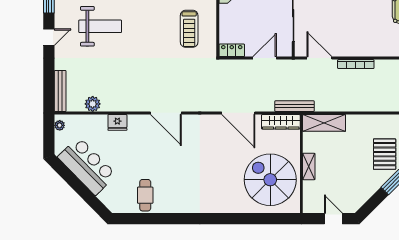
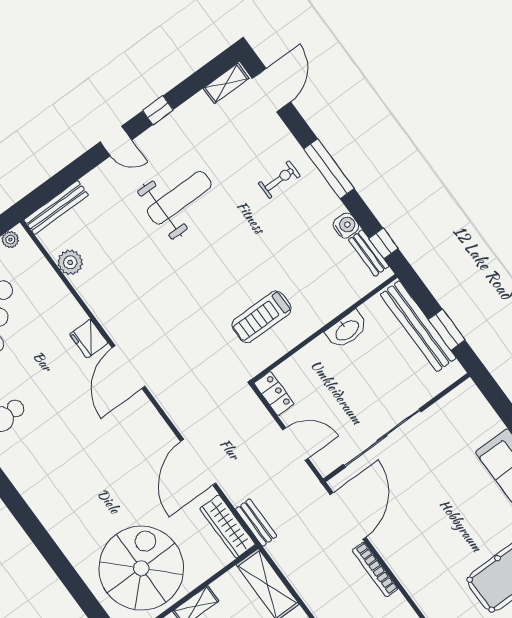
weight bench: (100, 26) -> (179, 198), turned -90
door: (319, 58) -> (348, 516), width x1.36
bench: (294, 106) -> (256, 523), width x0.73
fridge: (117, 122) -> (89, 339), moved

